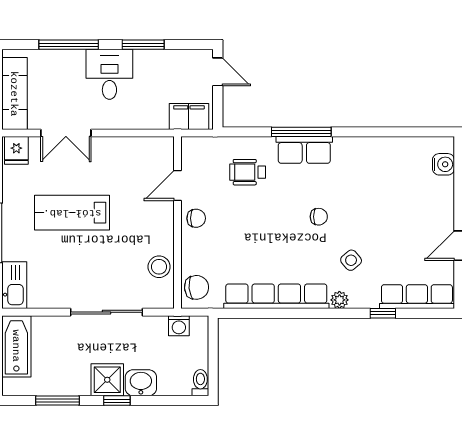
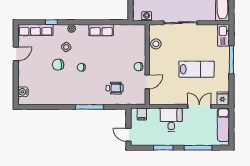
desk: (109, 74) -> (171, 120), moved, turned 180
filing cabinet: (189, 116) -> (142, 114), width x0.50
row of seats: (304, 150) -> (88, 98), removed
chair: (197, 287) -> (58, 65), moved
row of seats: (276, 296) -> (101, 30), width x0.50

